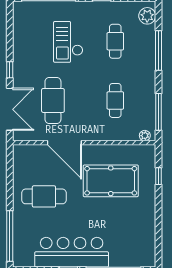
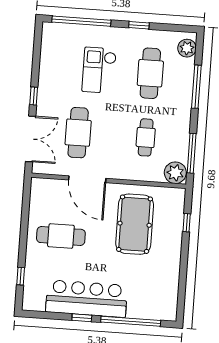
cafe table: (115, 41) -> (150, 73), width x1.37, depth x1.35
plant: (145, 136) -> (175, 173), width x1.88, depth x1.88
pool table: (111, 181) -> (135, 224), turned 90
window: (10, 236) -> (21, 276), width x0.32

